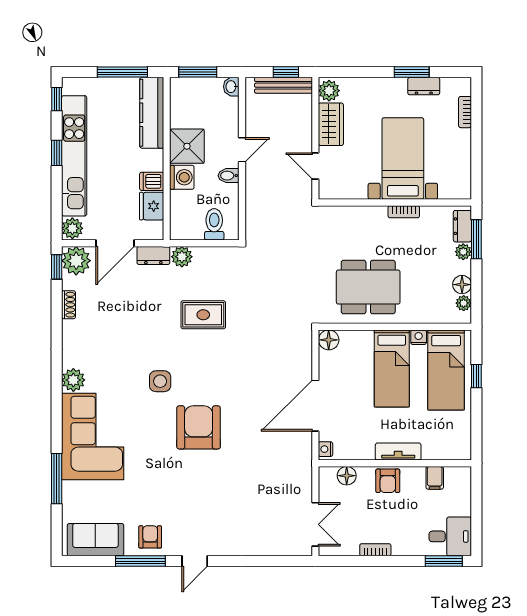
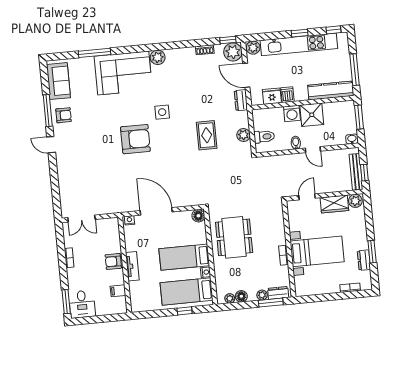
plant: (182, 257) -> (243, 135), moved
floor lamp: (347, 476) -> (114, 235), removed

